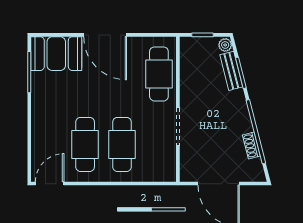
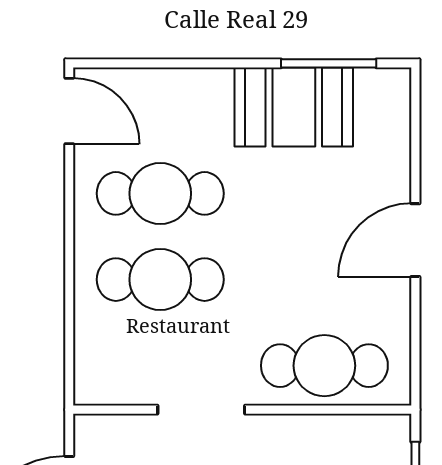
door: (105, 35) -> (415, 240), width x0.73
booth: (56, 54) -> (294, 107), moved, turned 90

